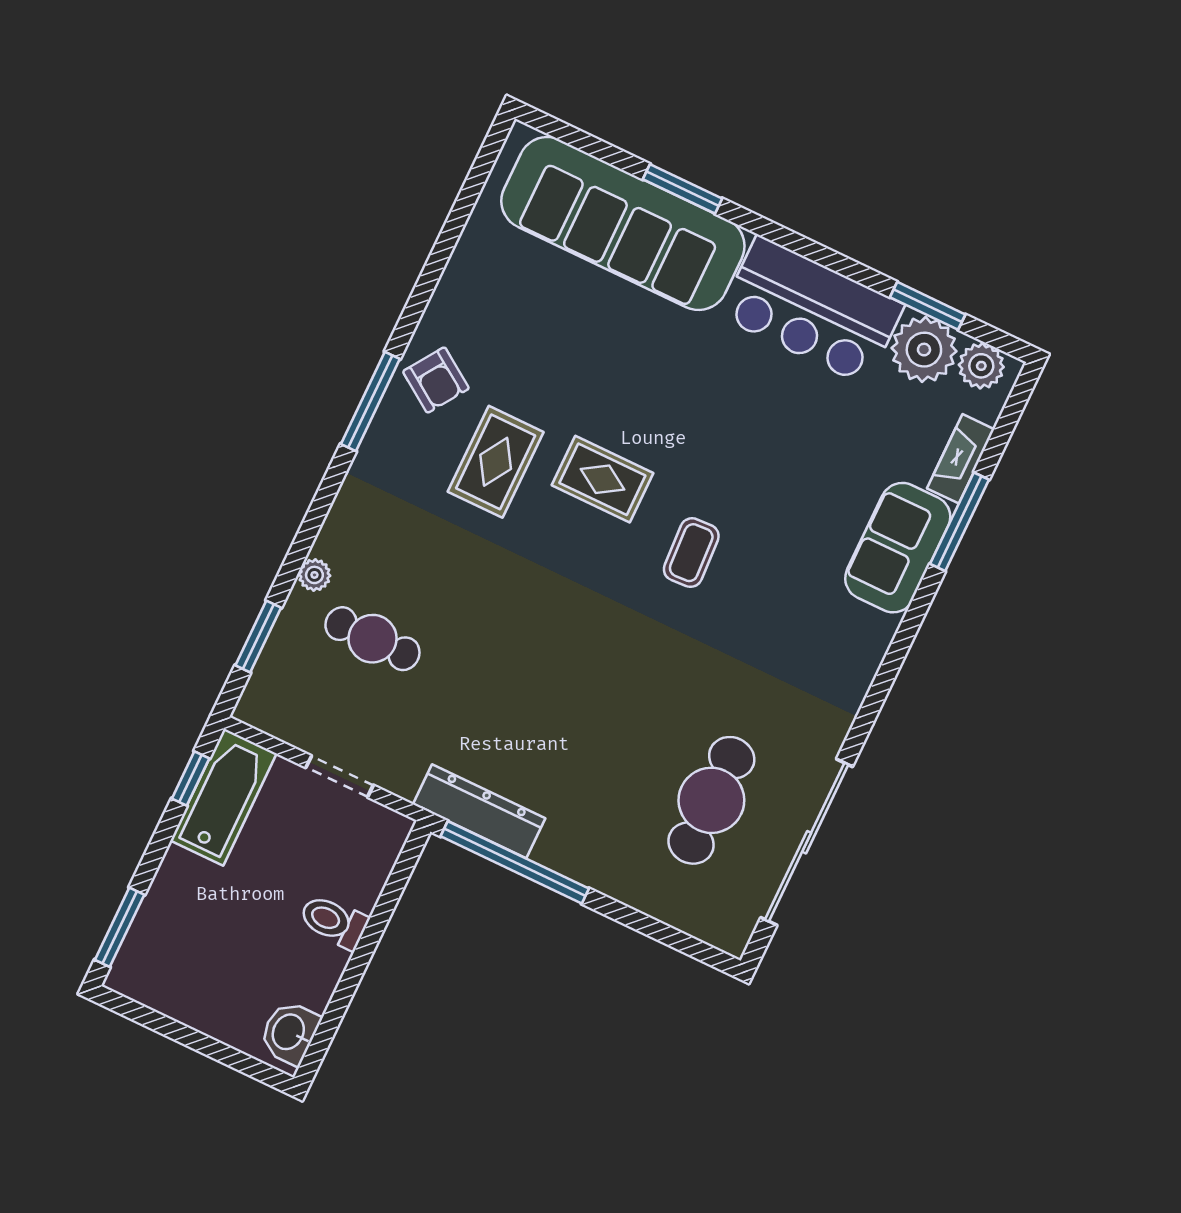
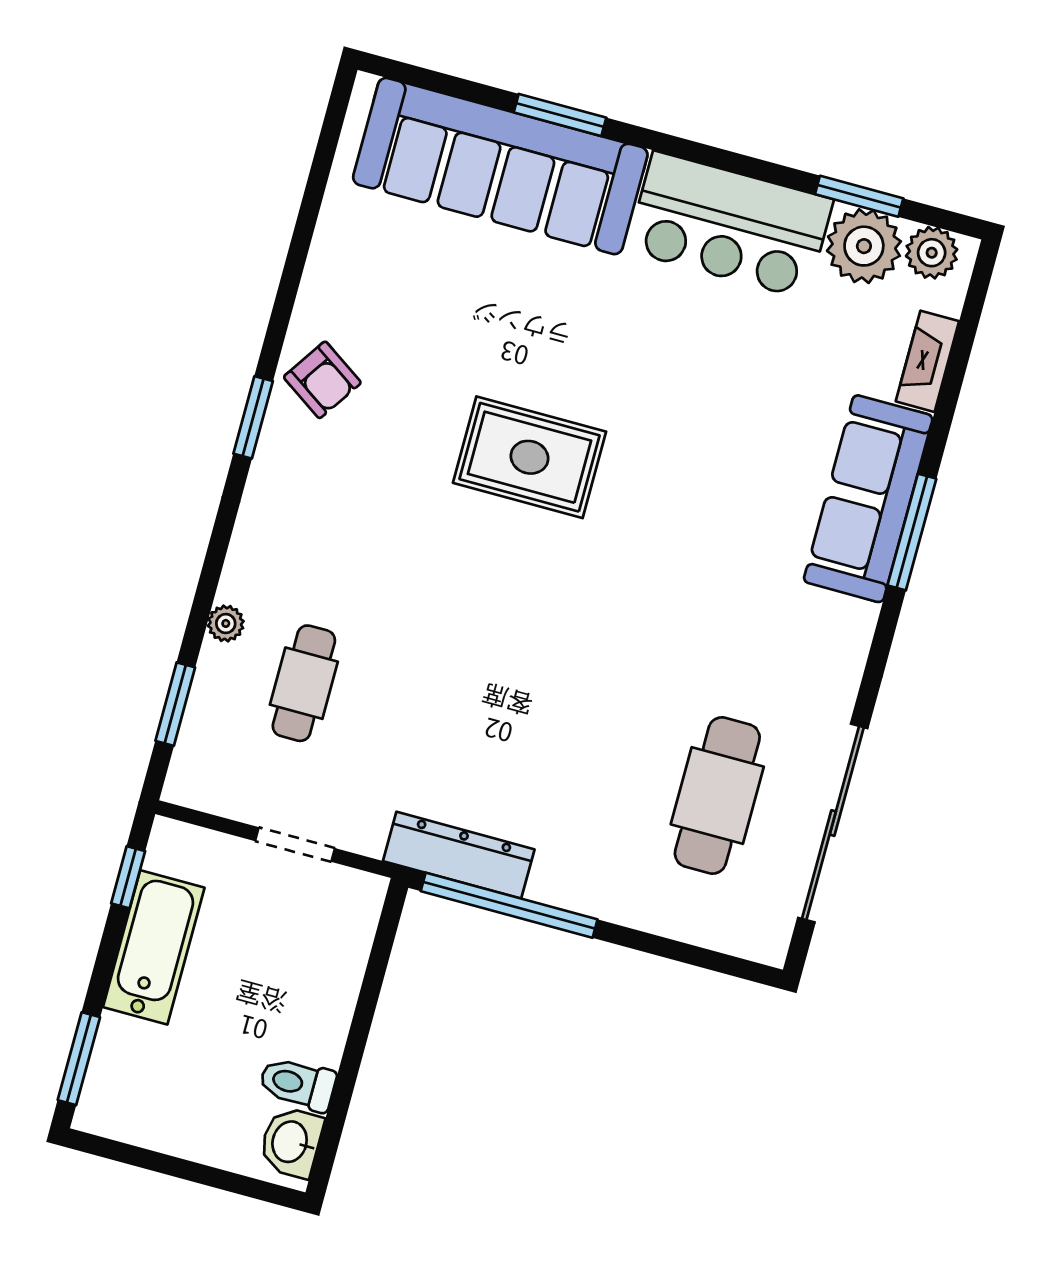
window: (370, 401) -> (253, 417), width x0.69
rug: (496, 462) -> (406, 460), removed
rug: (602, 479) -> (529, 457), width x1.36, depth x1.43
window: (959, 522) -> (912, 532), moved
sofa: (898, 548) -> (868, 499), width x1.36
coffee table: (691, 553) -> (644, 522), removed
cafe table: (372, 639) -> (304, 683), turned 90
bathtub: (223, 797) -> (154, 947), moved
toilet: (334, 922) -> (298, 1084), moved

